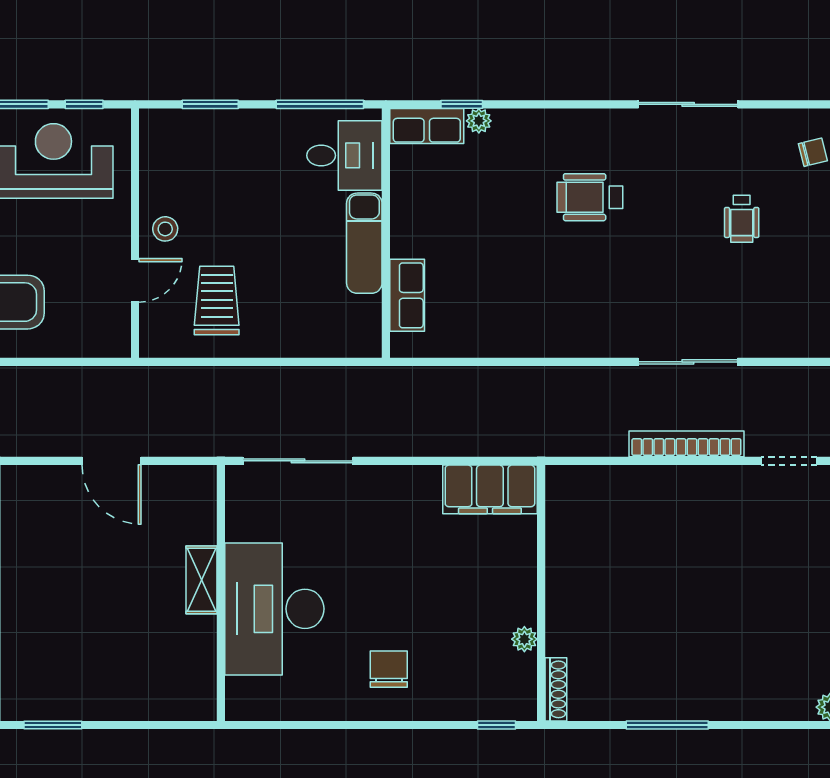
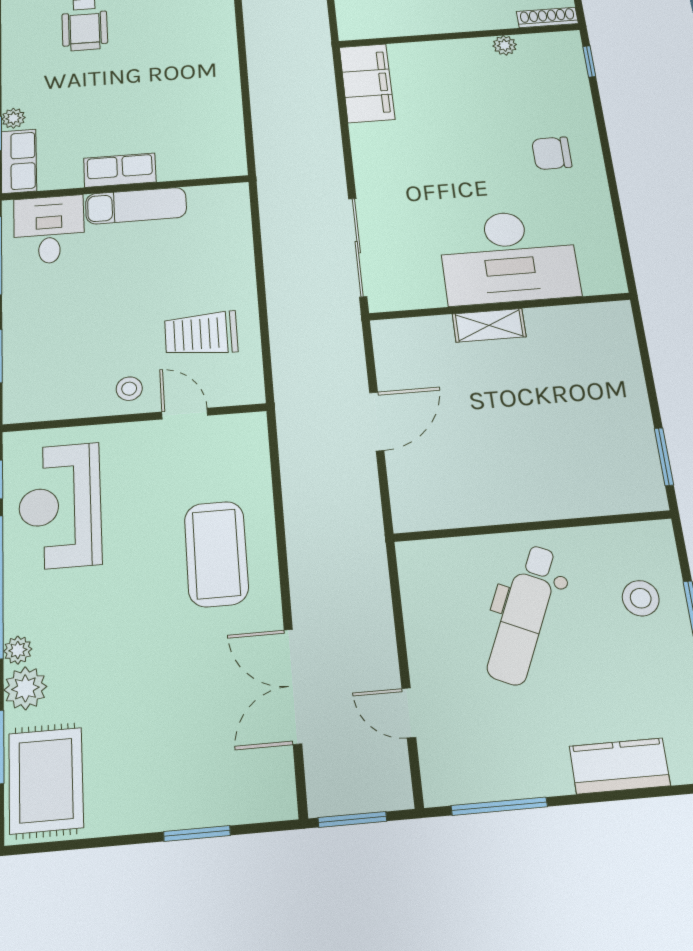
row of seats: (407, 295) -> (120, 170), moved

